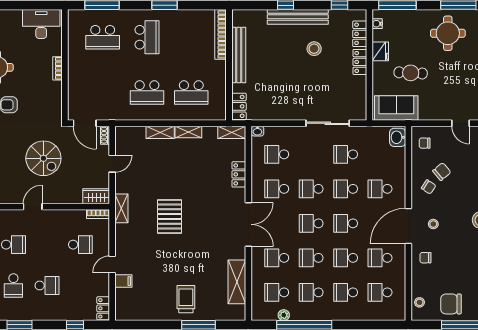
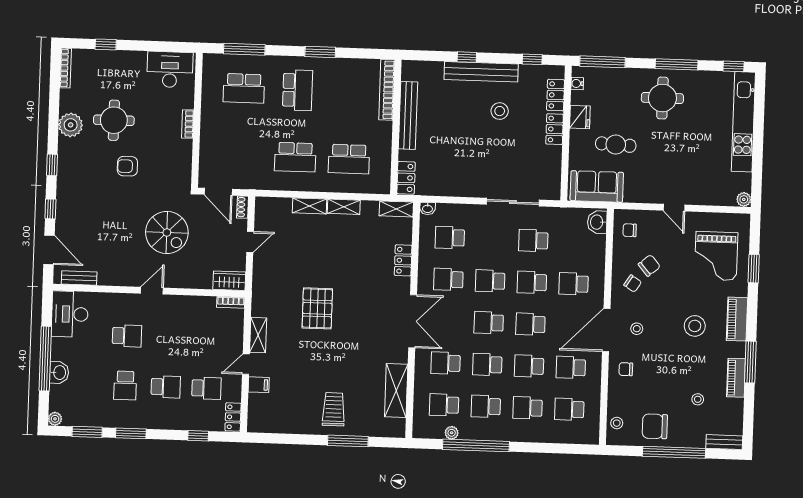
shelving: (121, 208) -> (258, 335), moved
school desk: (80, 245) -> (206, 388), moved

